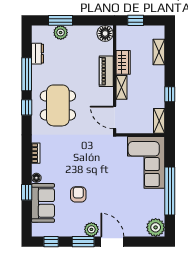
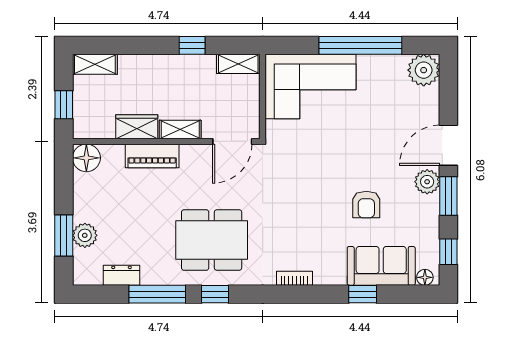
shelving: (159, 52) -> (95, 64), moved
floor lamp: (36, 178) -> (425, 277), moved
armchair: (78, 194) -> (366, 205), turned -90

